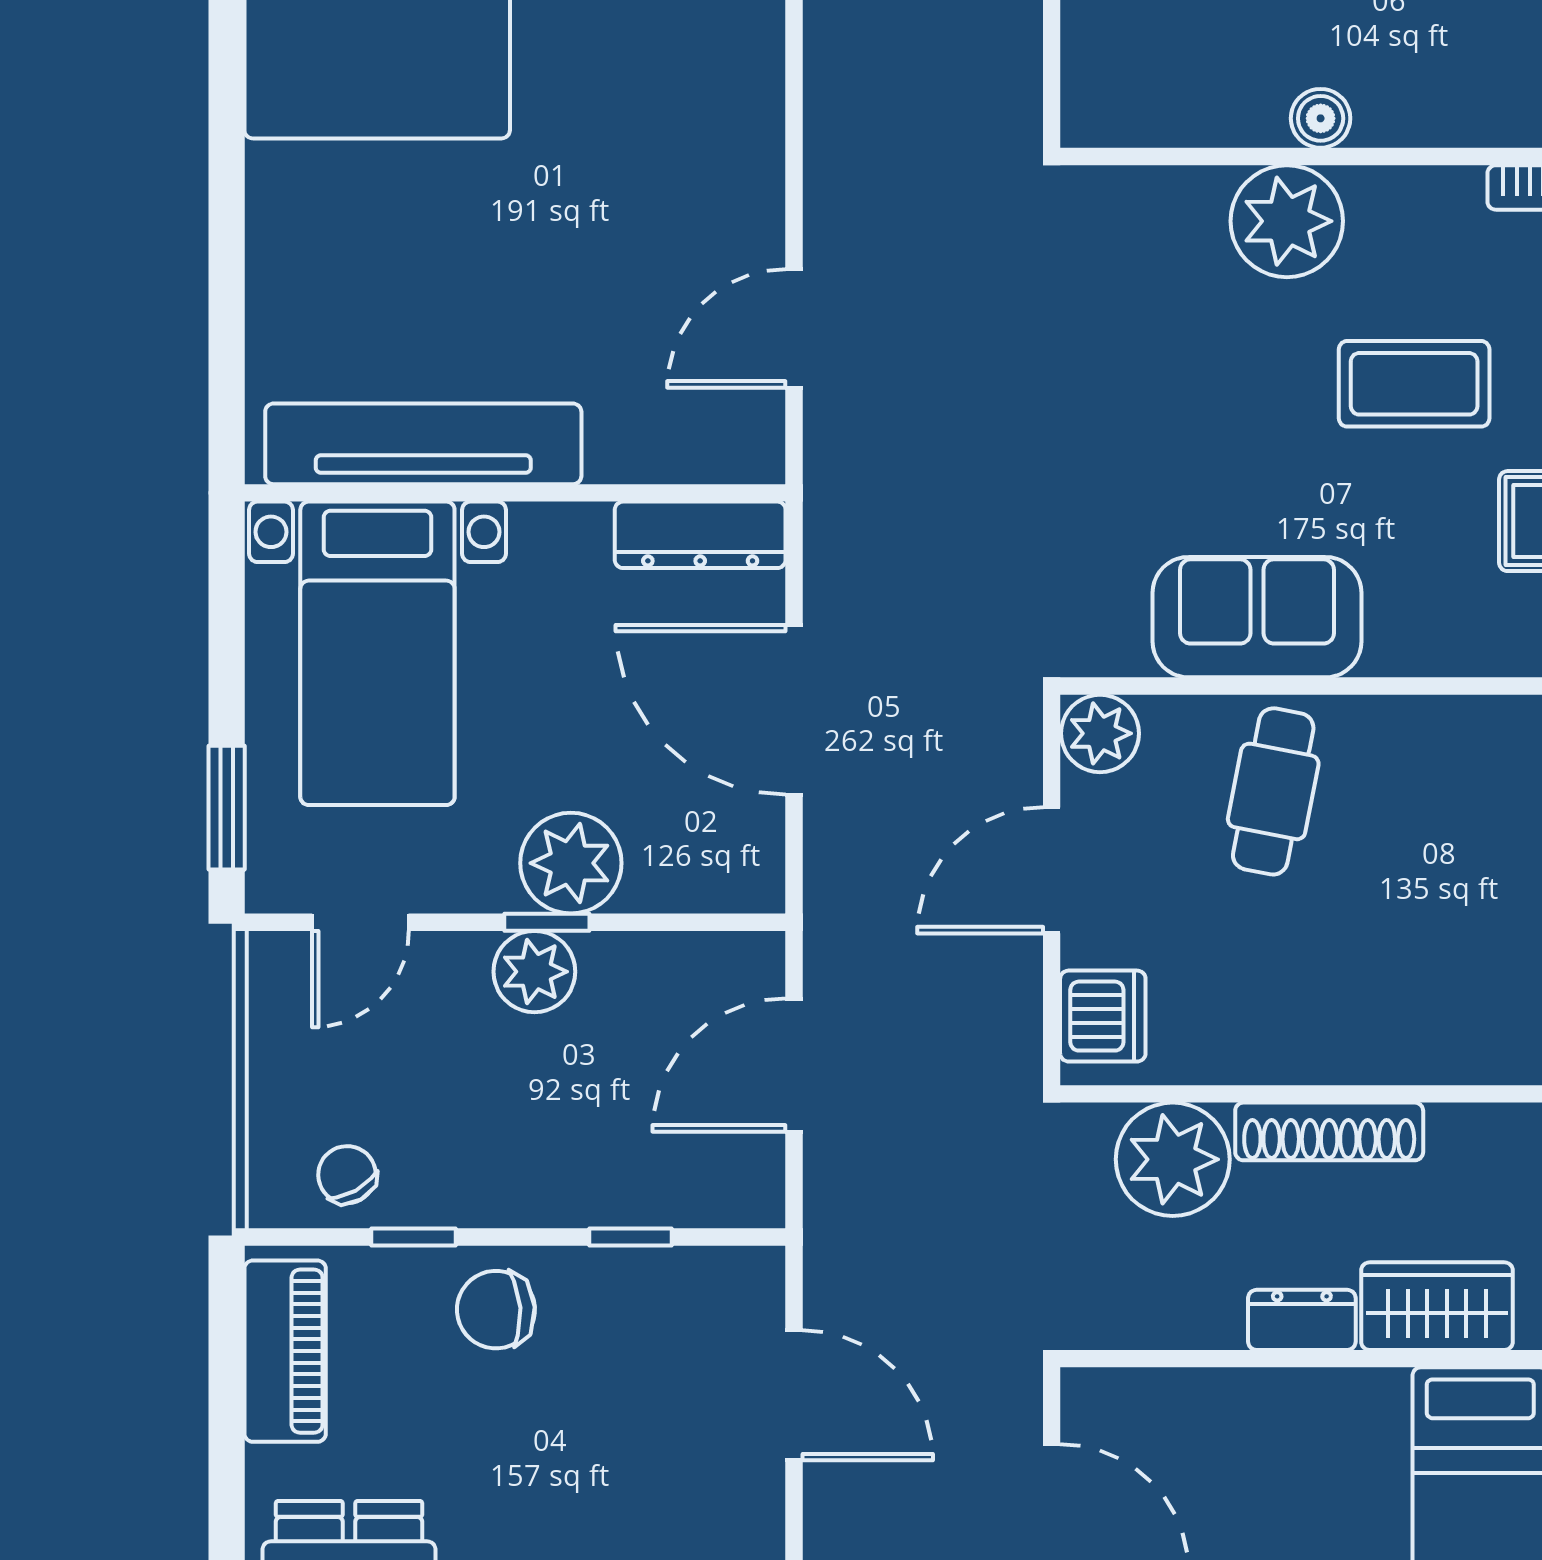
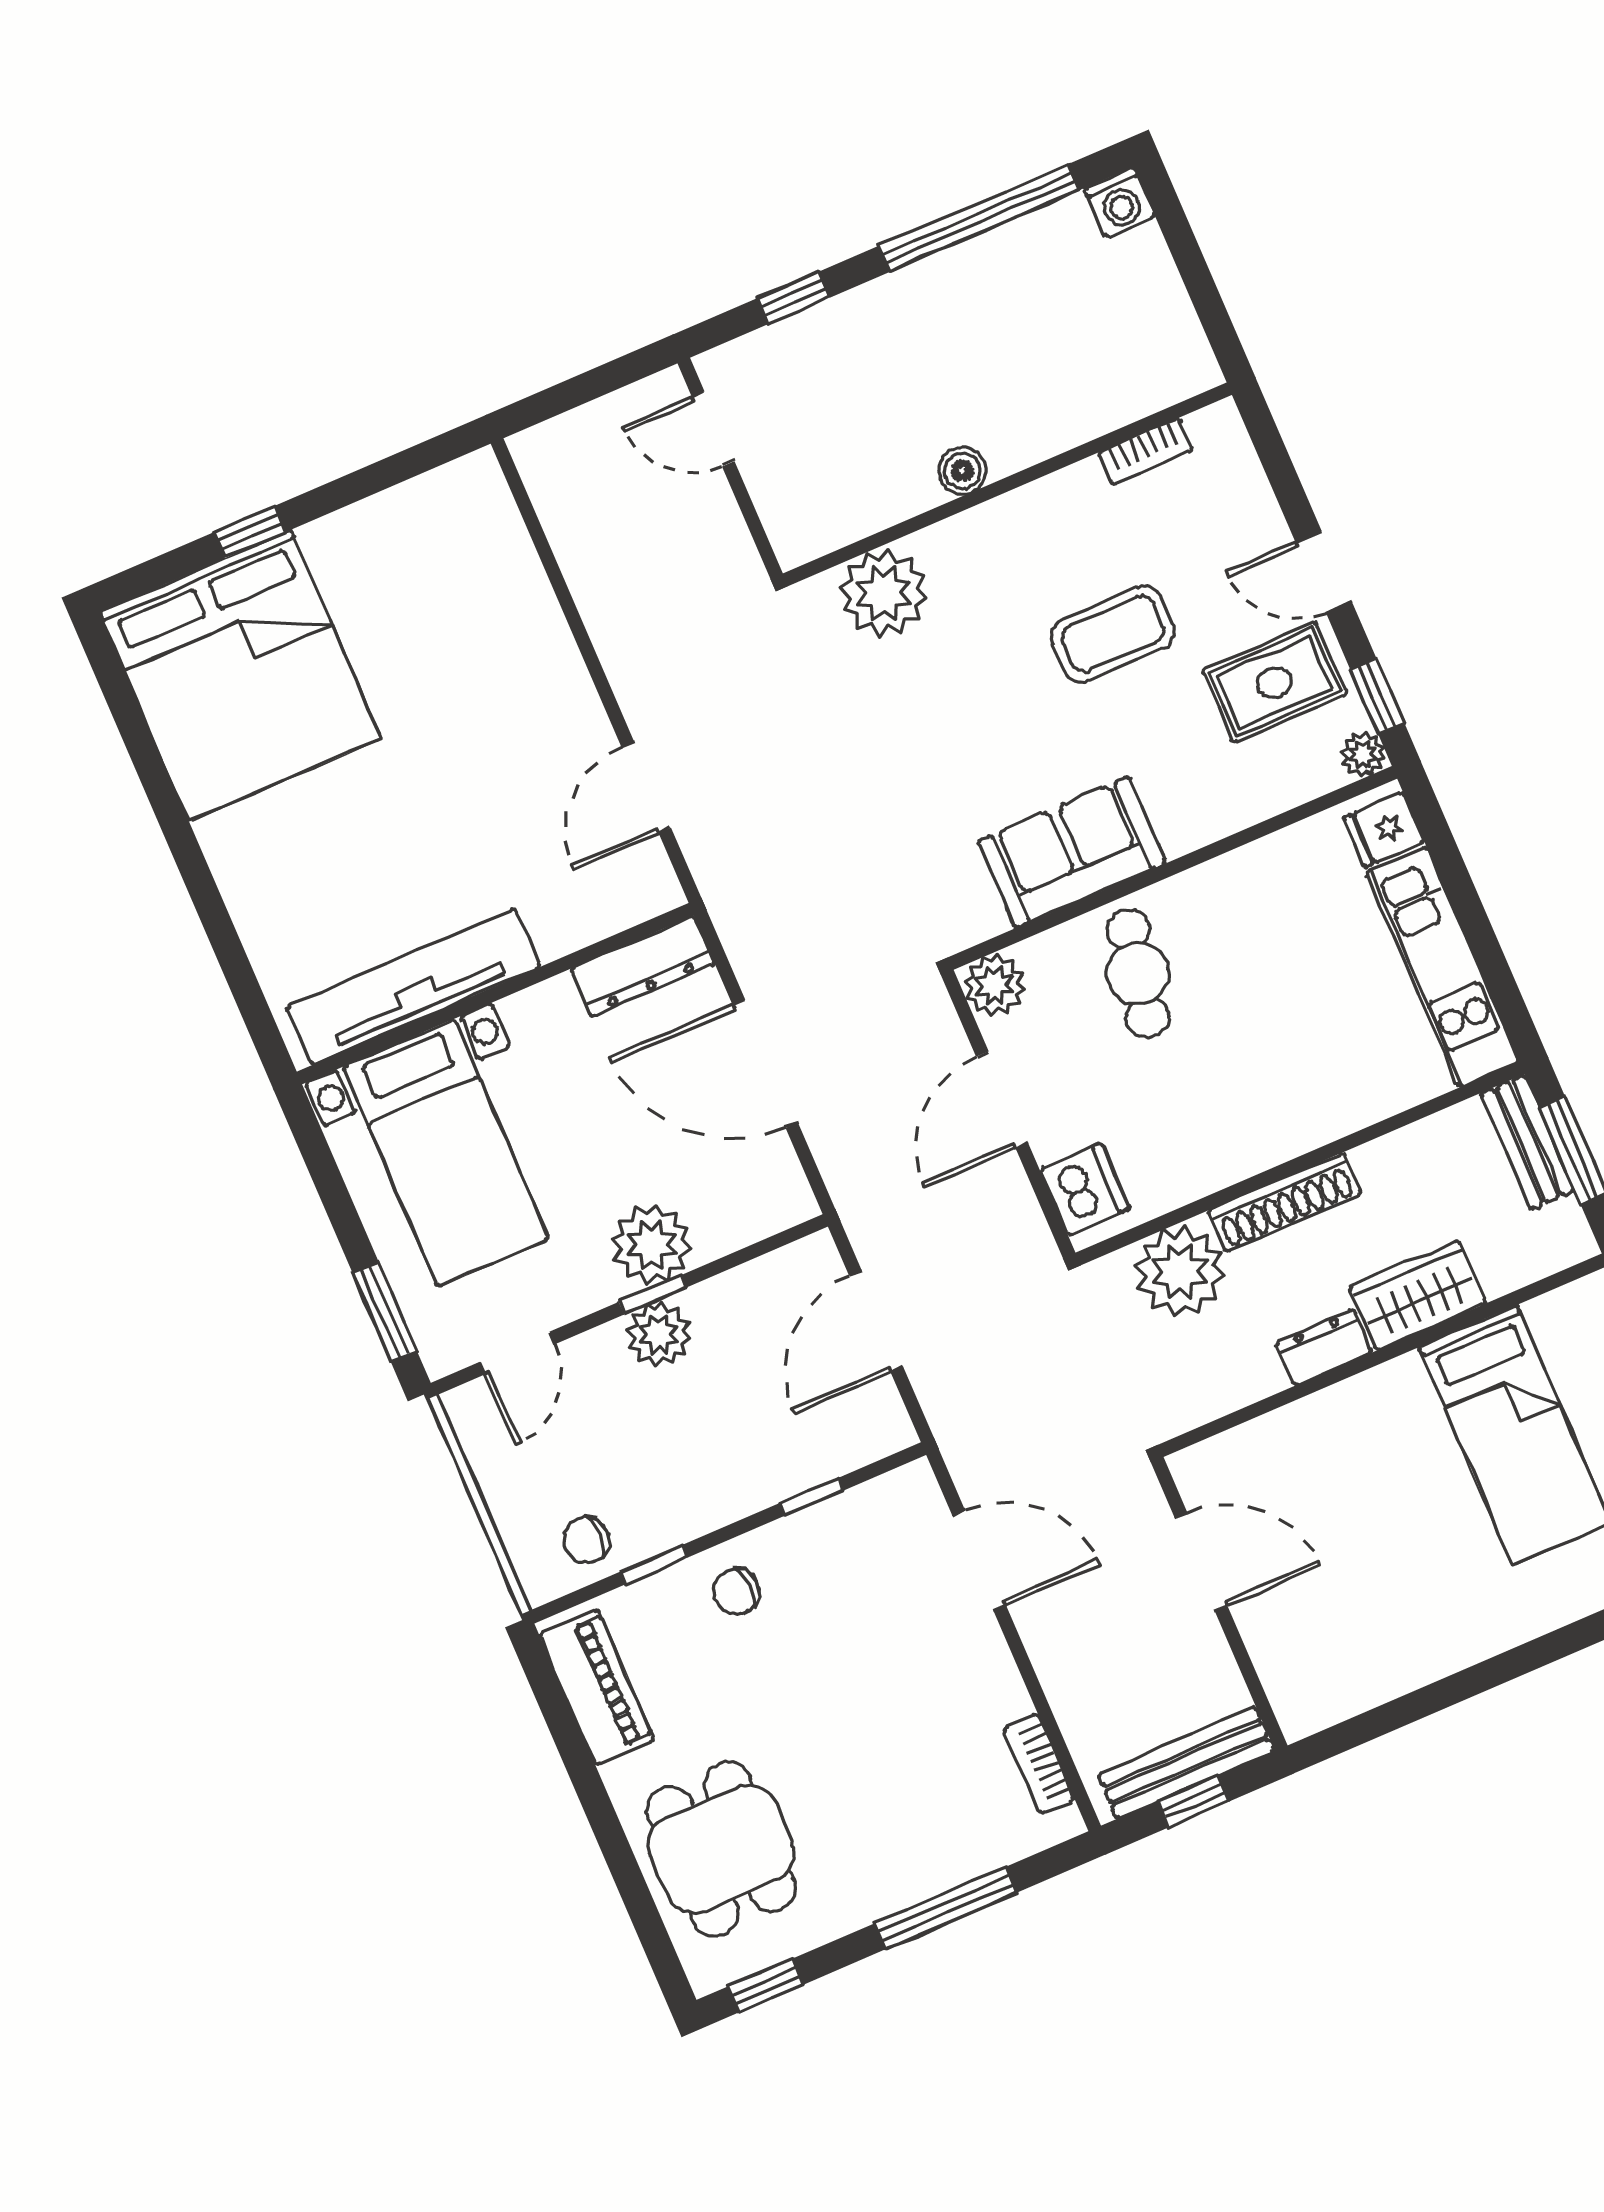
plant: (1287, 221) -> (884, 593), moved
chair: (347, 1175) -> (586, 1540), turned -61
chair: (496, 1310) -> (736, 1592), width x0.73, depth x0.73

